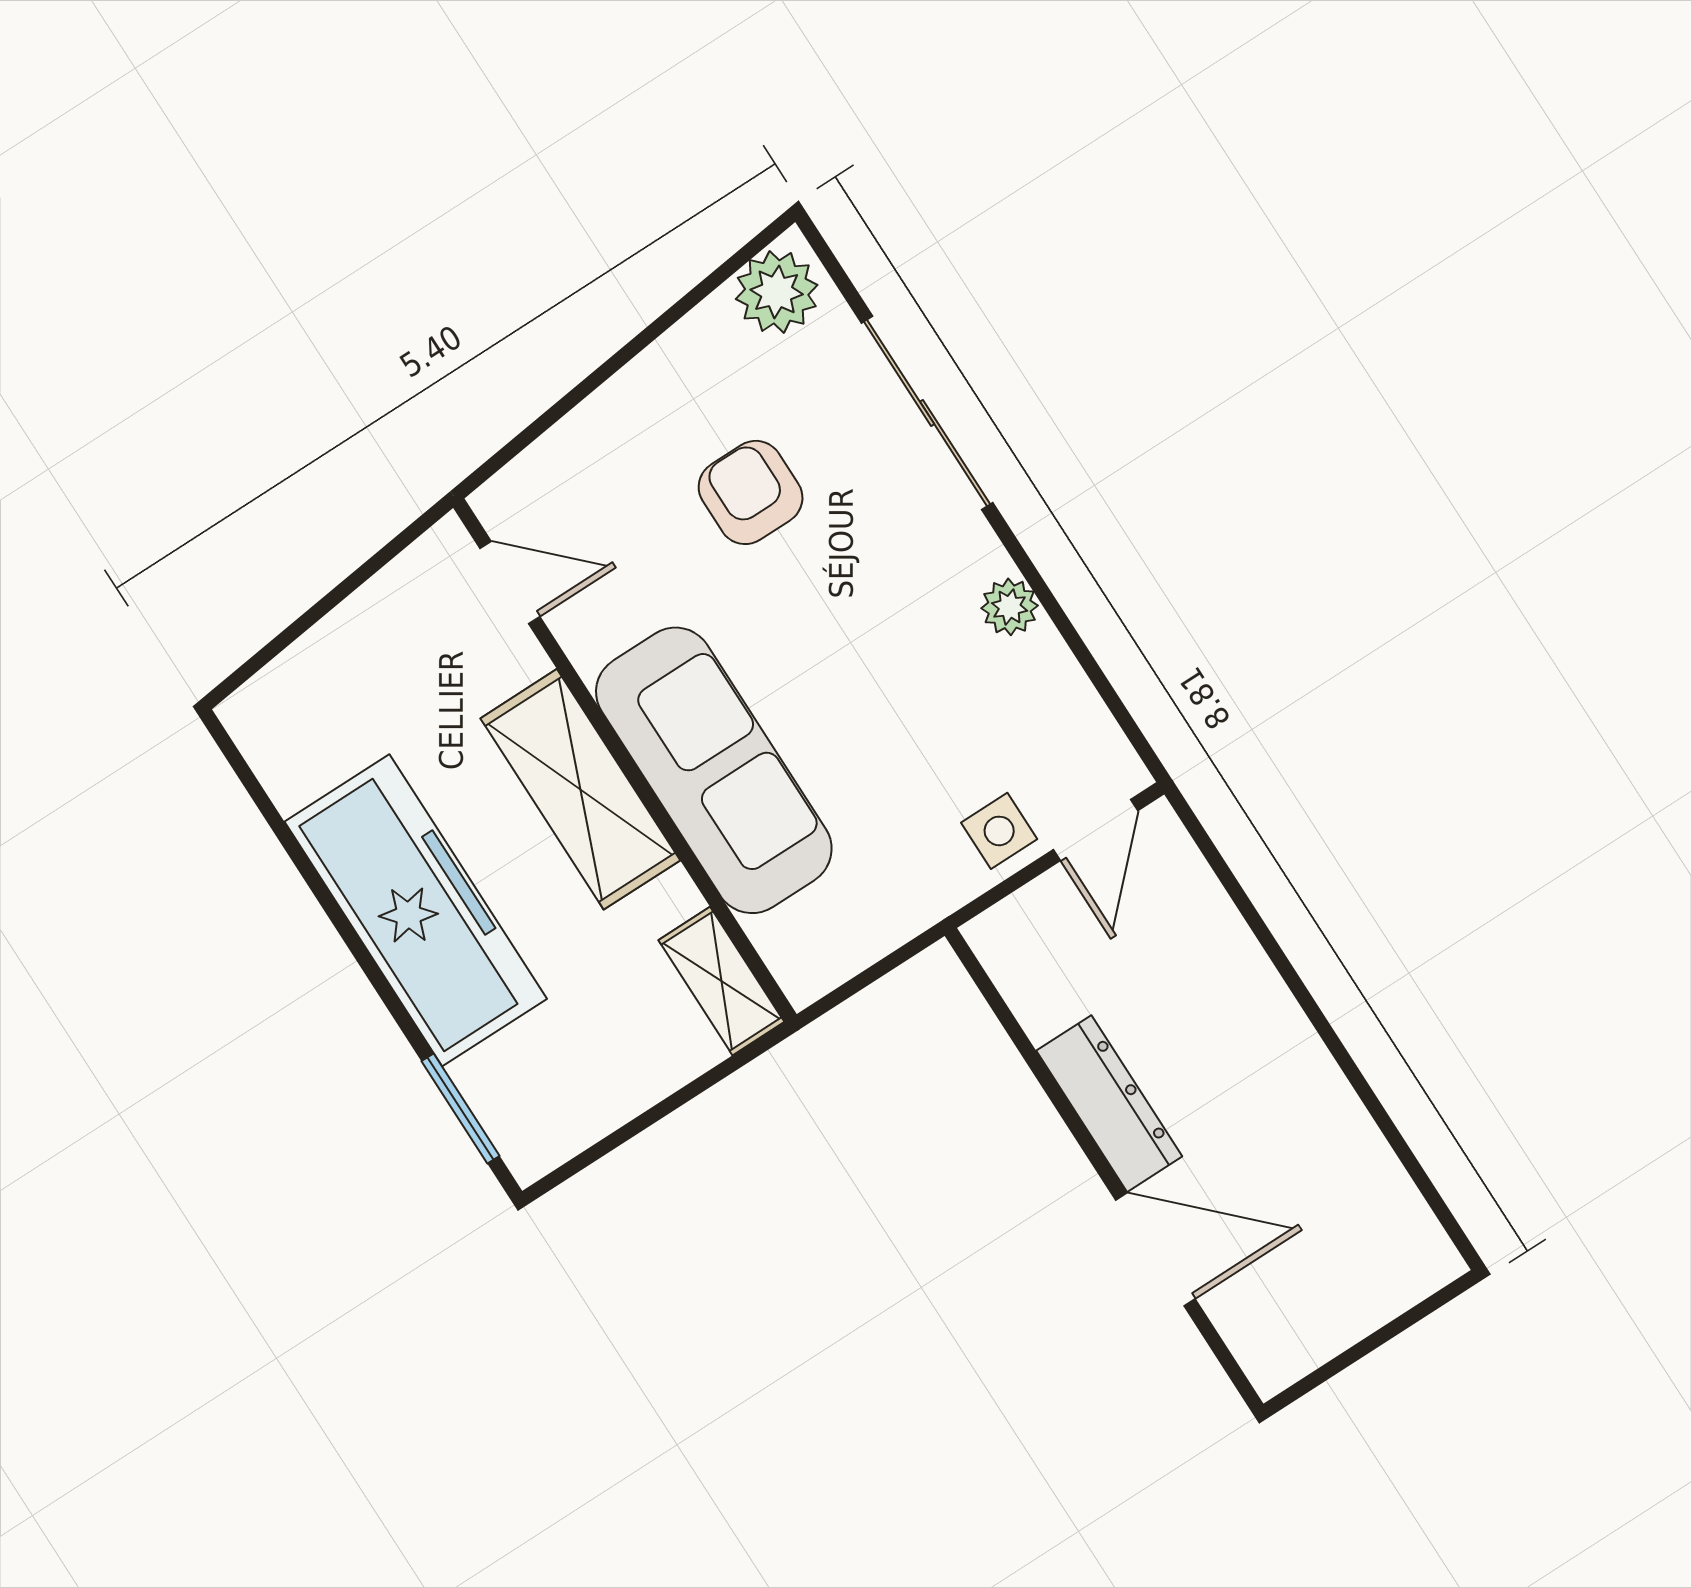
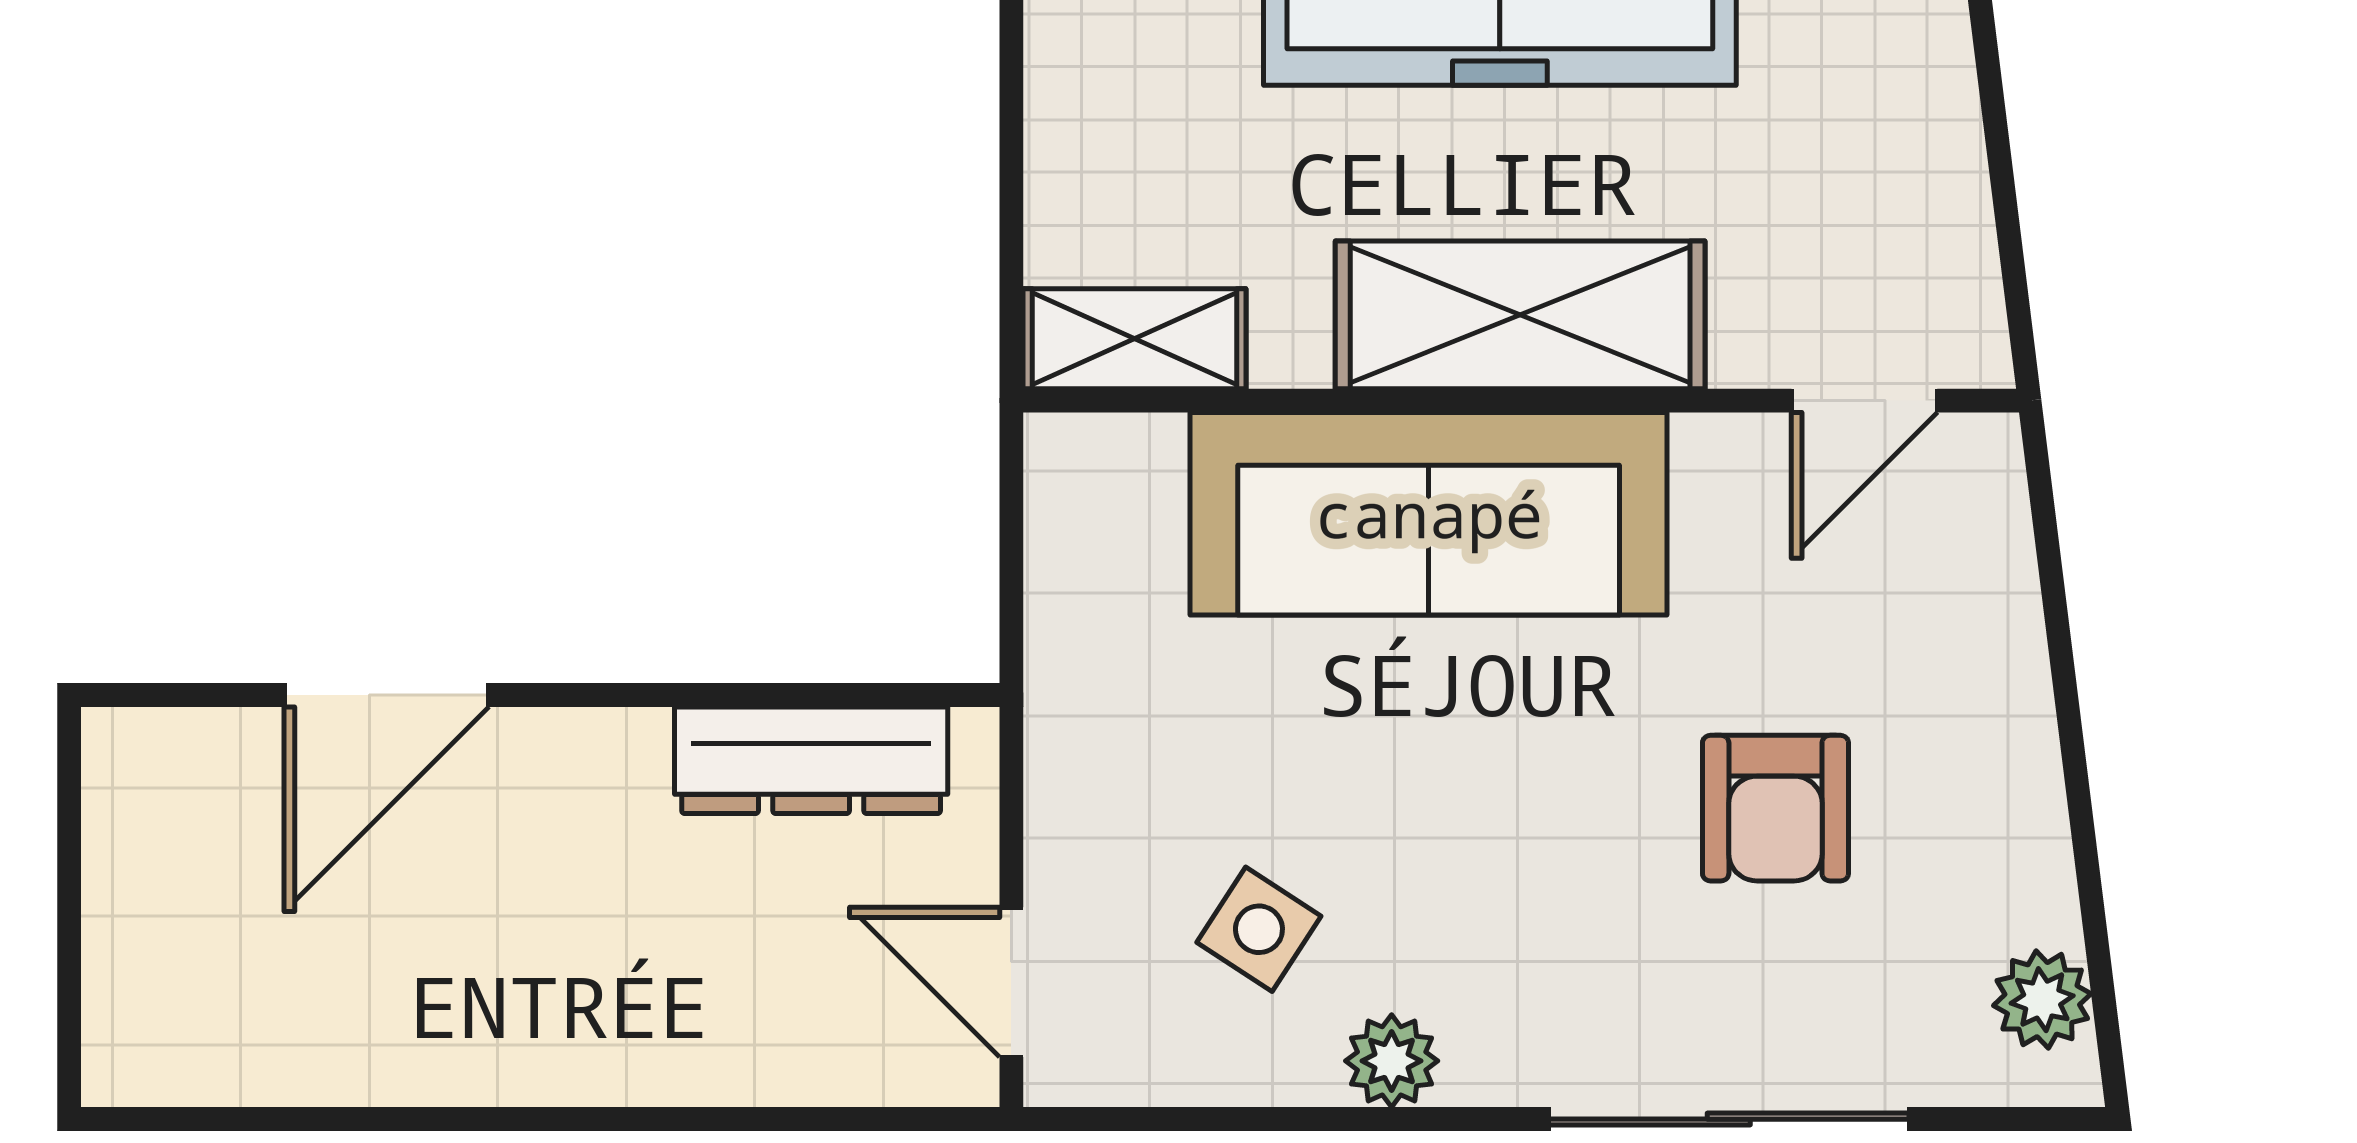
plant: (777, 292) -> (2042, 1000), width x0.73, depth x0.73
armchair: (751, 492) -> (1775, 808), turned 90
side table: (999, 831) -> (1259, 929), moved, turned 33
dresser: (1109, 1104) -> (811, 760), moved

